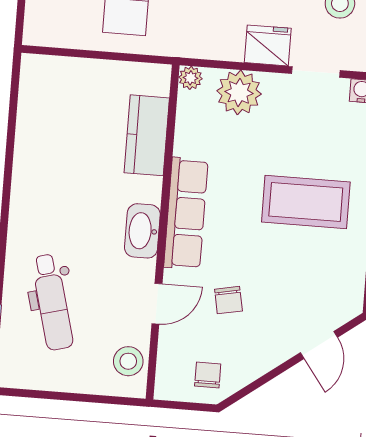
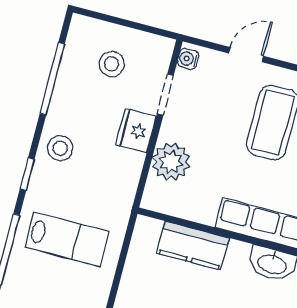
plant: (190, 78) -> (151, 200), removed

